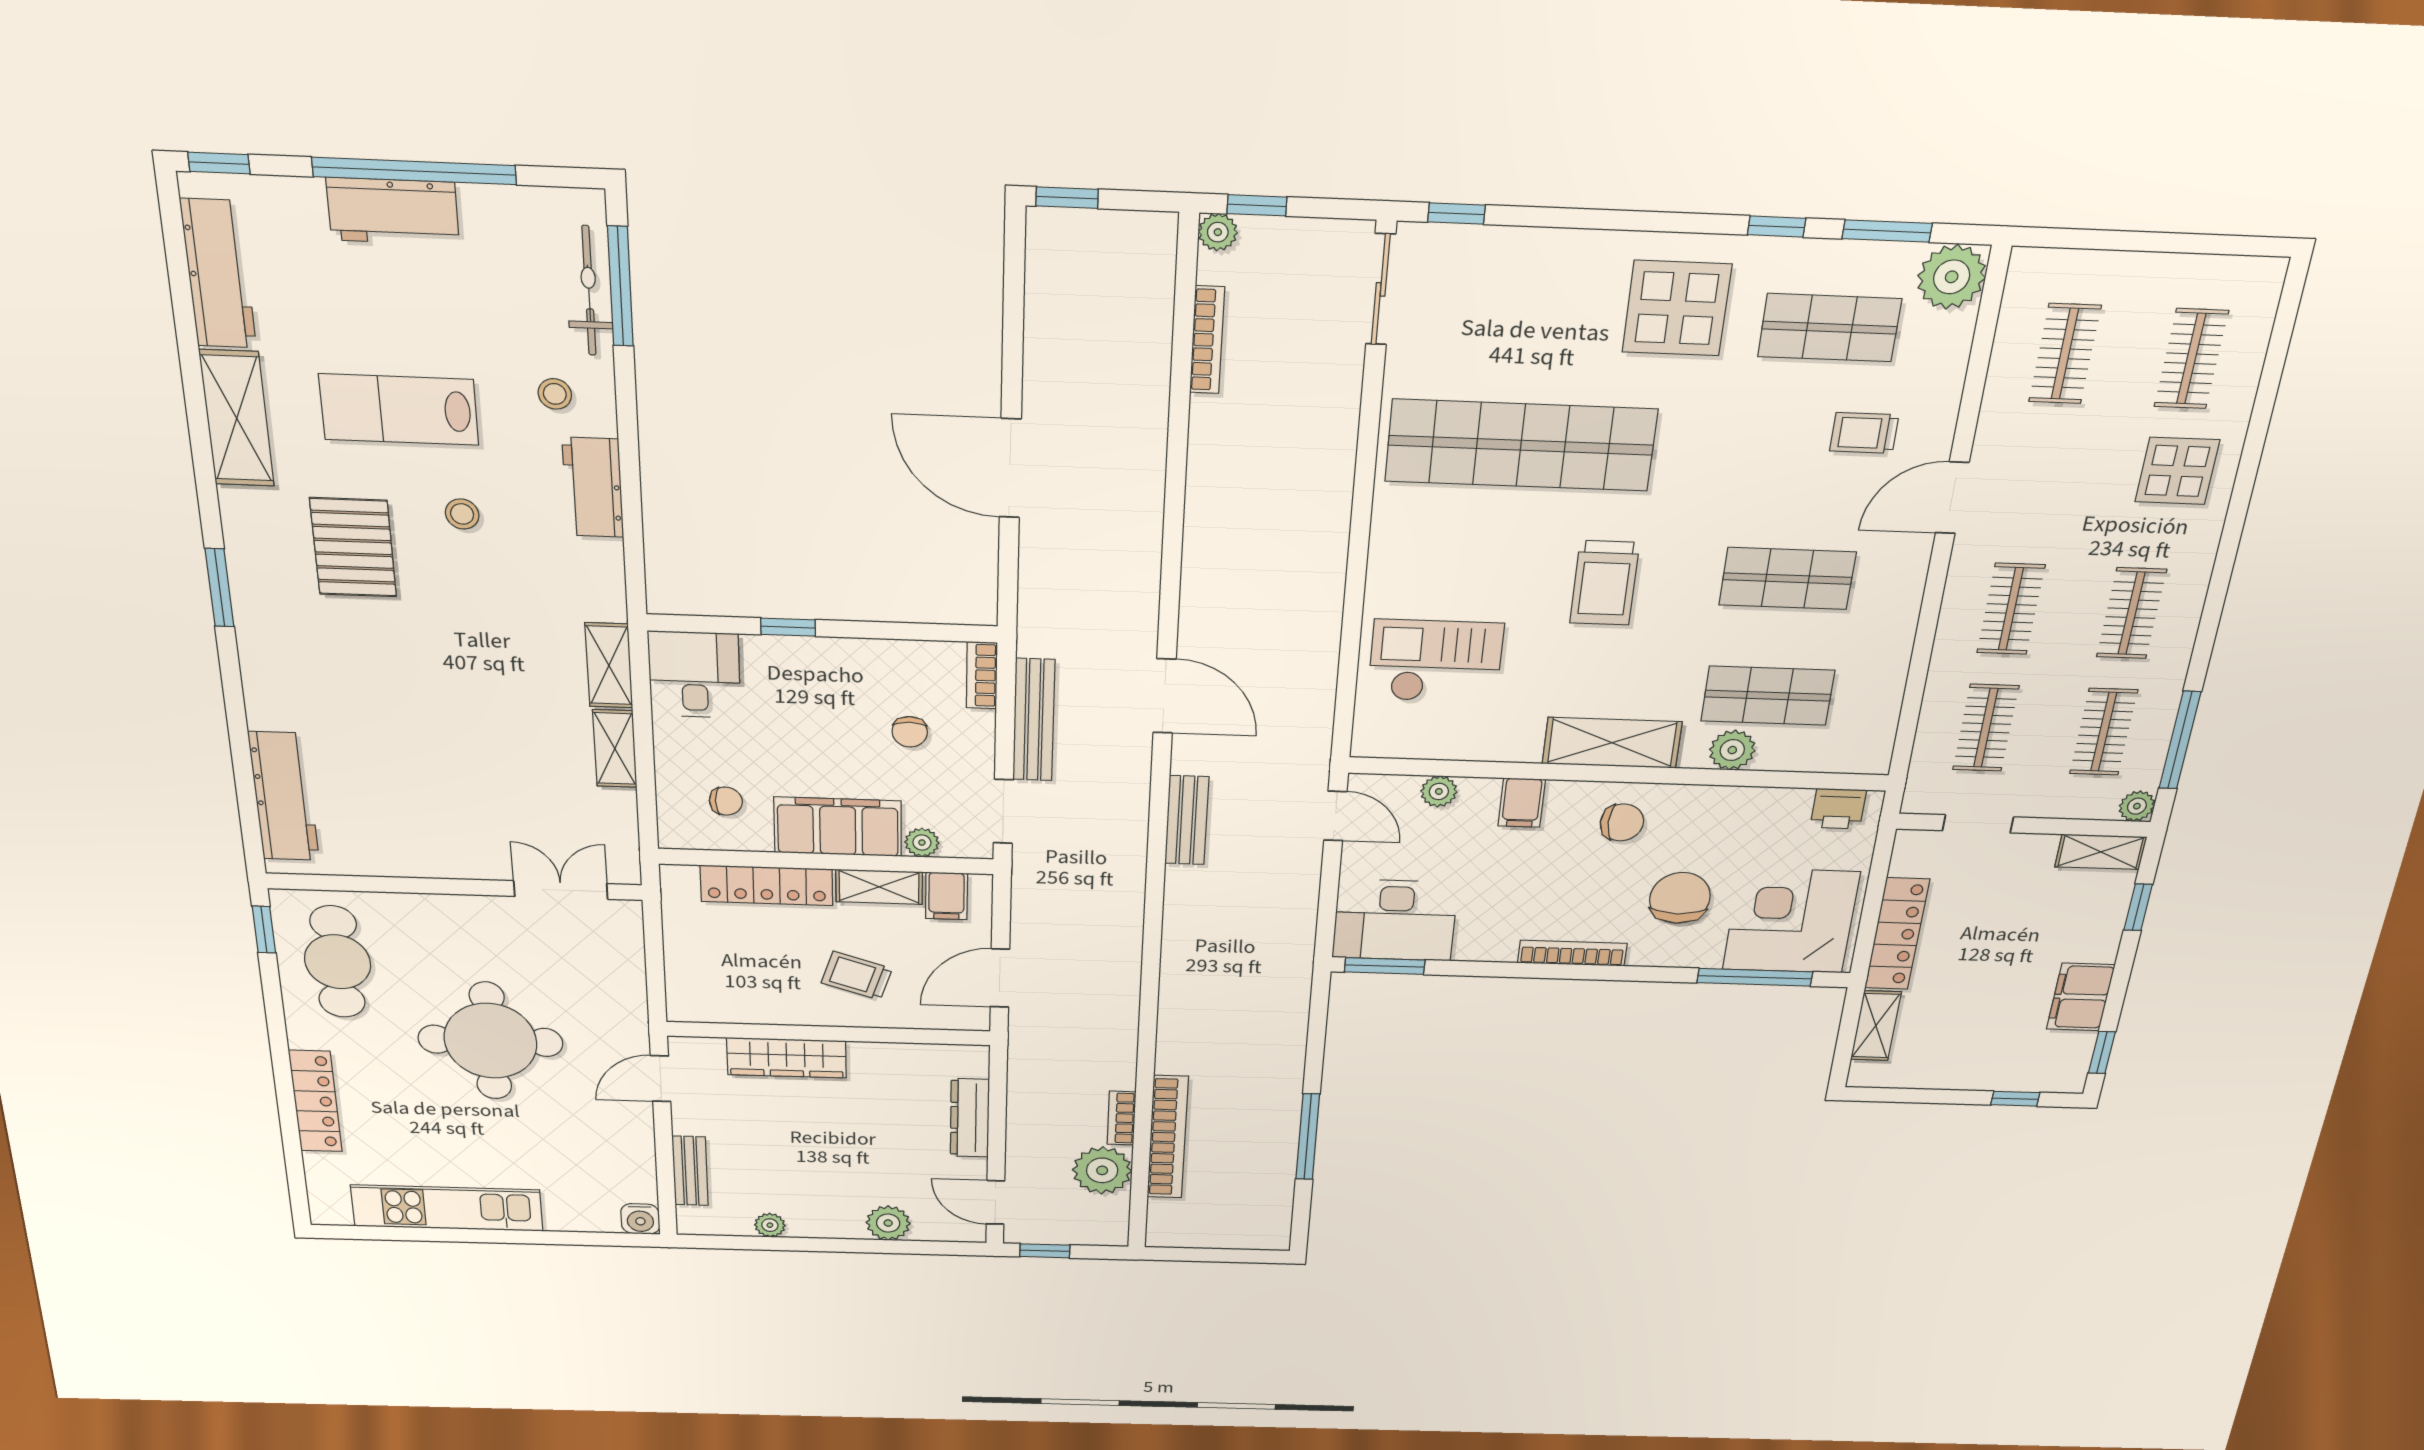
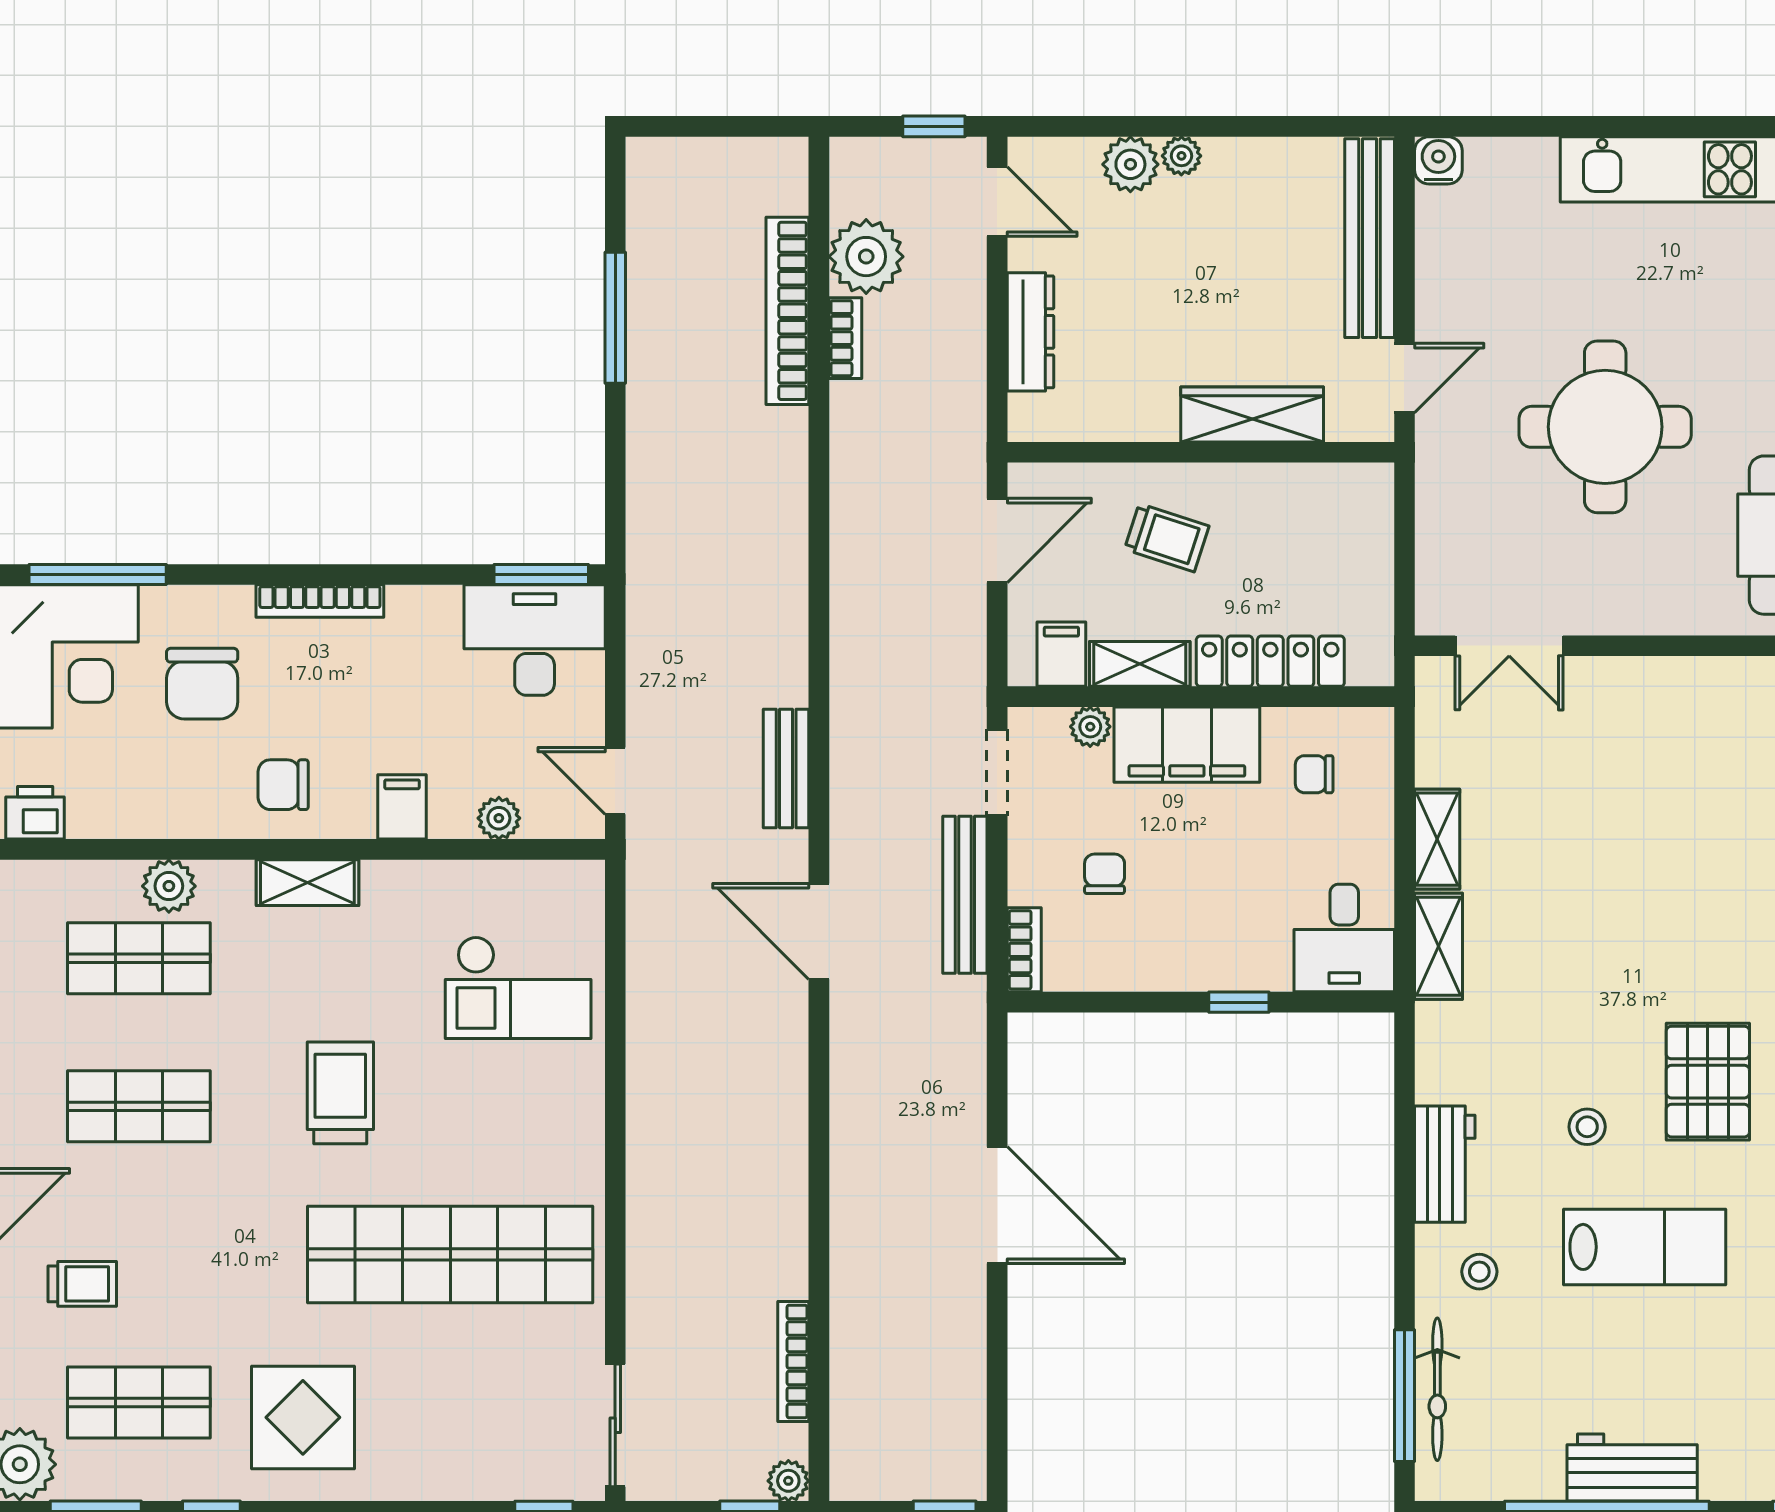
shelving: (1612, 743) -> (307, 883), width x0.67, depth x0.75
bench: (690, 1171) -> (1370, 238), width x1.86, depth x1.21
plant: (770, 1225) -> (1181, 156), moved

